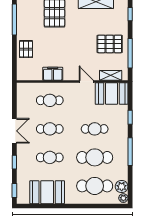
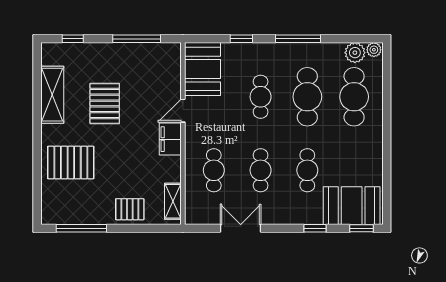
pallet: (110, 44) -> (105, 103), moved
filing cabinet: (53, 74) -> (170, 139), moved
shelving: (111, 75) -> (173, 201), moved
double door: (14, 131) -> (241, 228), moved
booth: (47, 192) -> (352, 206), moved, turned 90

